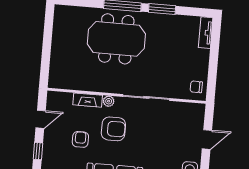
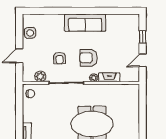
plant: (181, 109) -> (40, 76), added
armchair: (80, 139) -> (60, 58), moved

